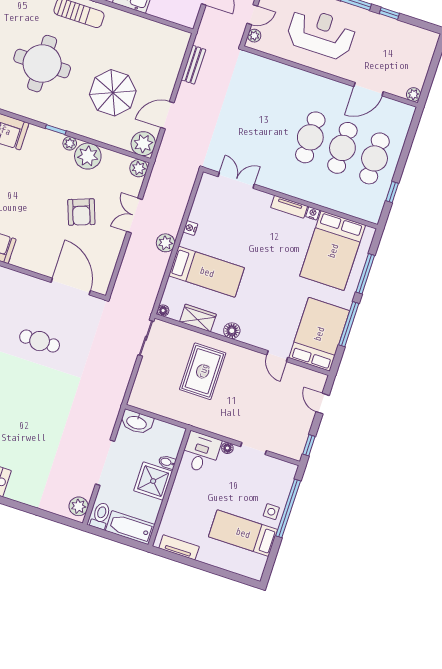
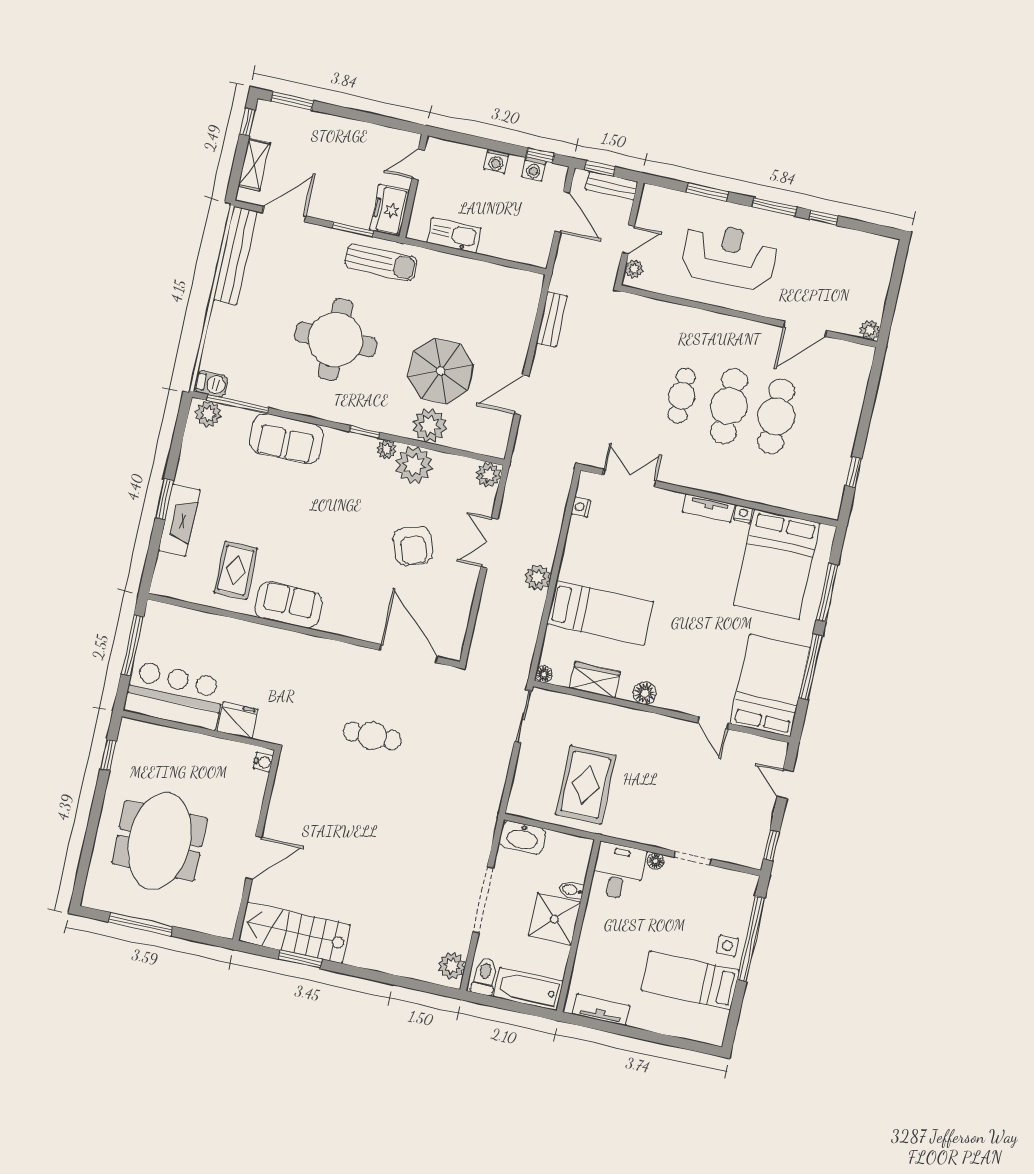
plant: (143, 144) -> (430, 426), moved
cafe table: (374, 158) -> (682, 396), moved, width x0.73, depth x0.74
nightstand: (190, 228) -> (581, 507), moved
rug: (203, 371) -> (586, 785), moved

